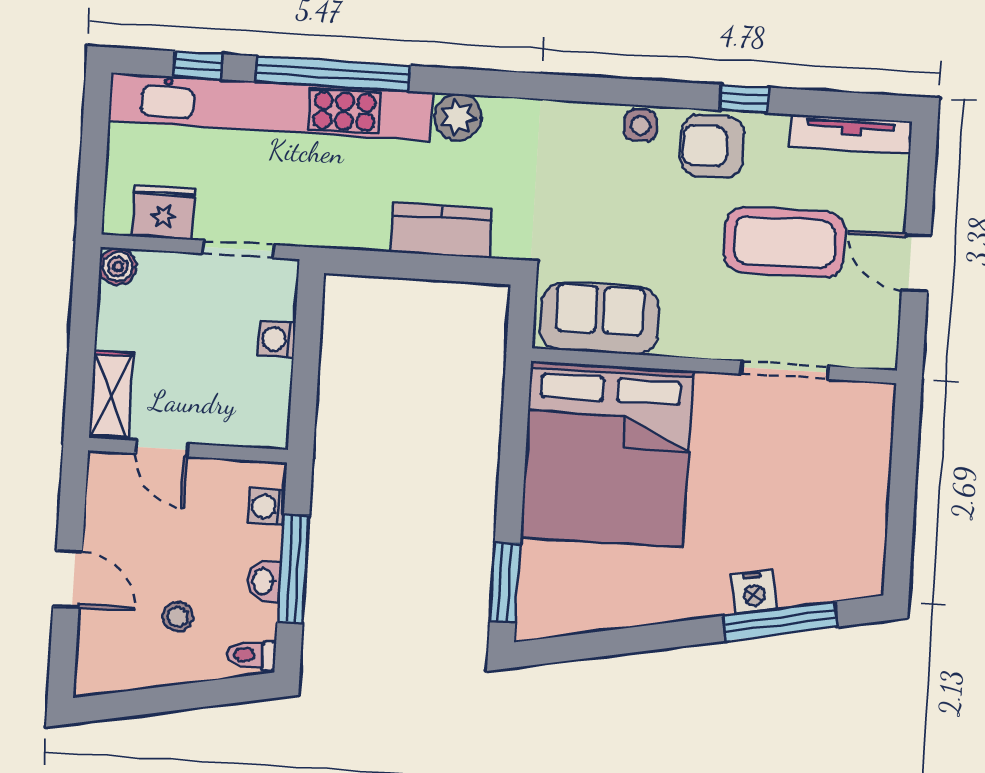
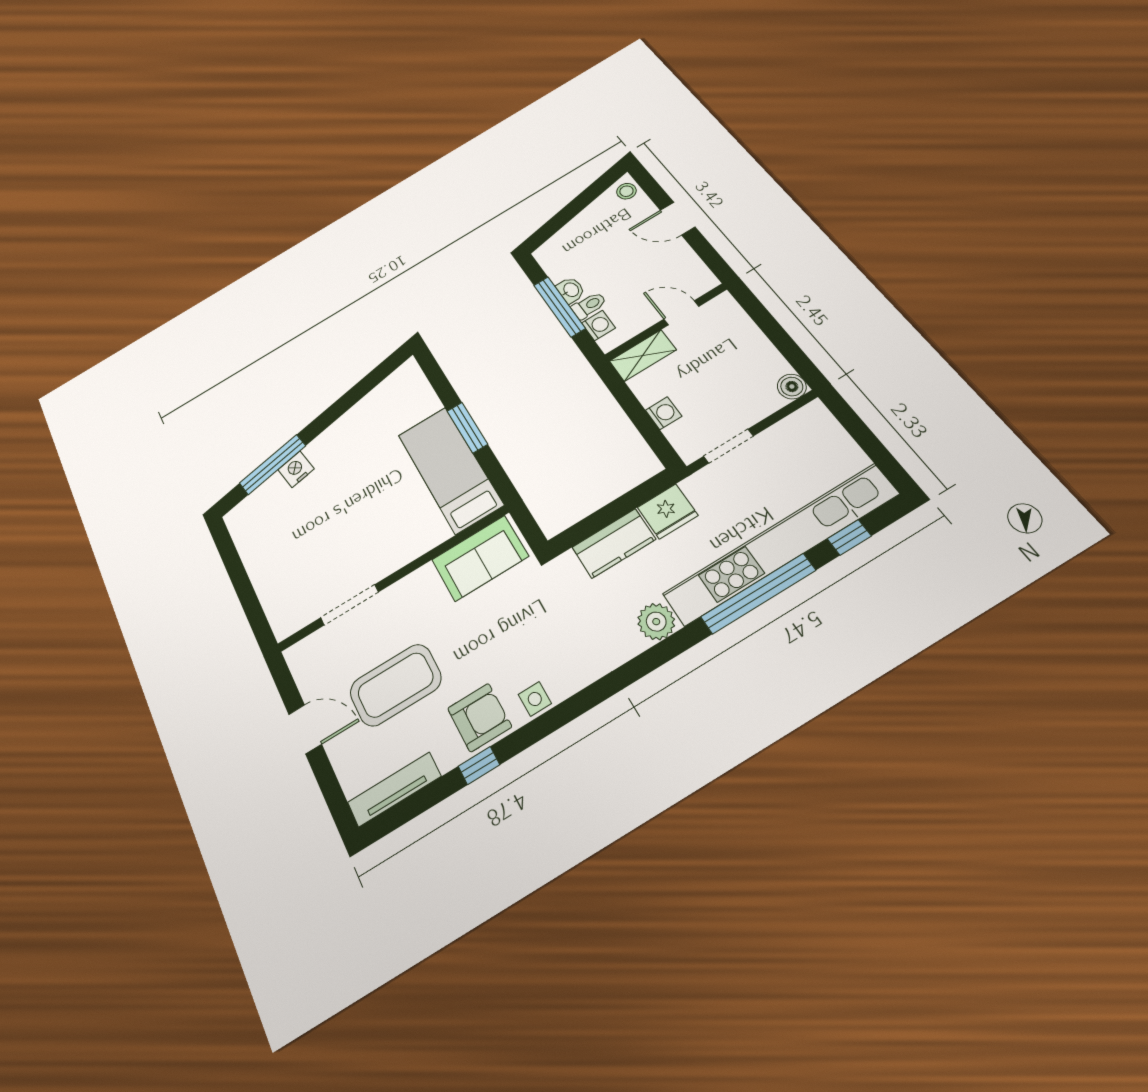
fridge: (164, 212) -> (668, 511), moved
shelving: (111, 396) -> (643, 355), moved, turned 90
bed: (607, 454) -> (450, 469), width x0.49
window: (505, 582) -> (467, 428), moved
stool: (178, 617) -> (626, 191), moved
toilet: (251, 655) -> (589, 305), moved

